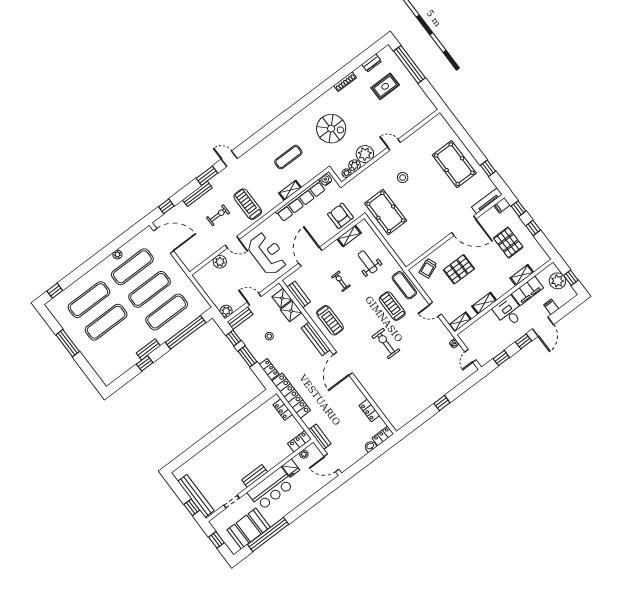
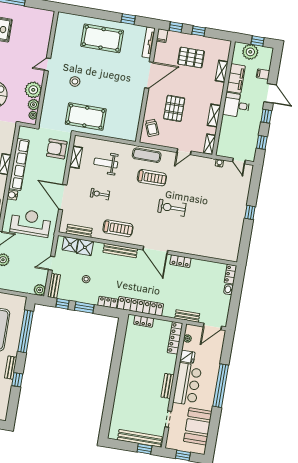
water cooler: (326, 180) -> (12, 195), moved
treadmill: (392, 306) -> (152, 178), turned 180
locker: (369, 410) -> (180, 261), moved
locker: (299, 441) -> (175, 338), width x1.53
window: (268, 534) -> (221, 386), moved

